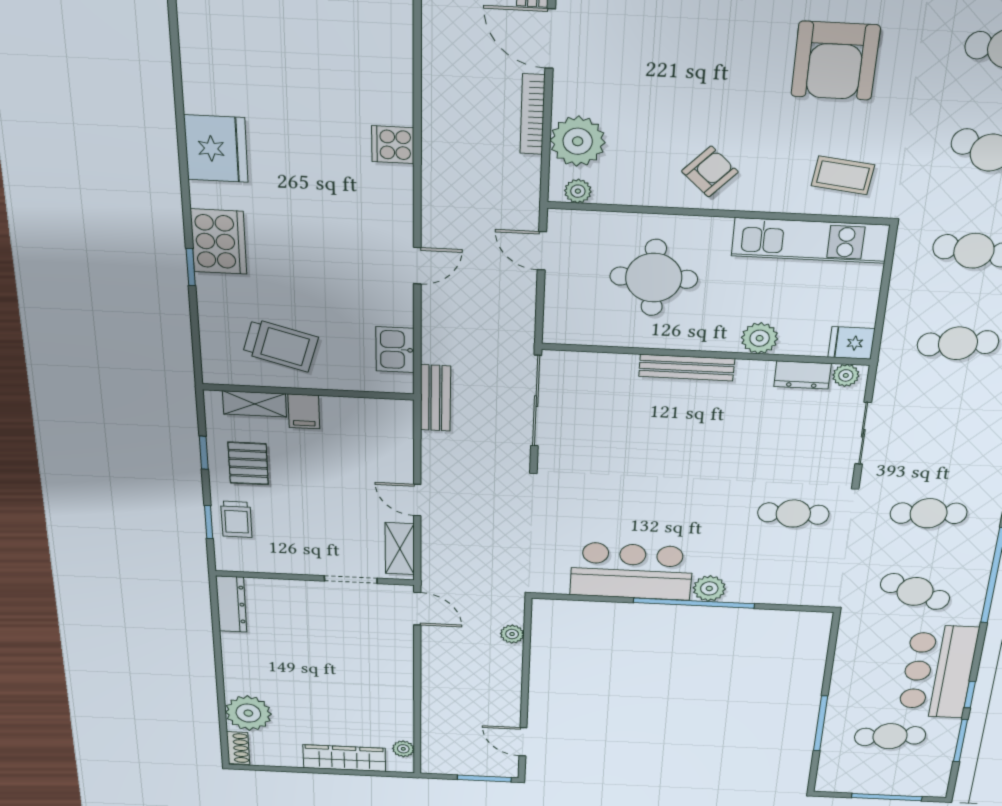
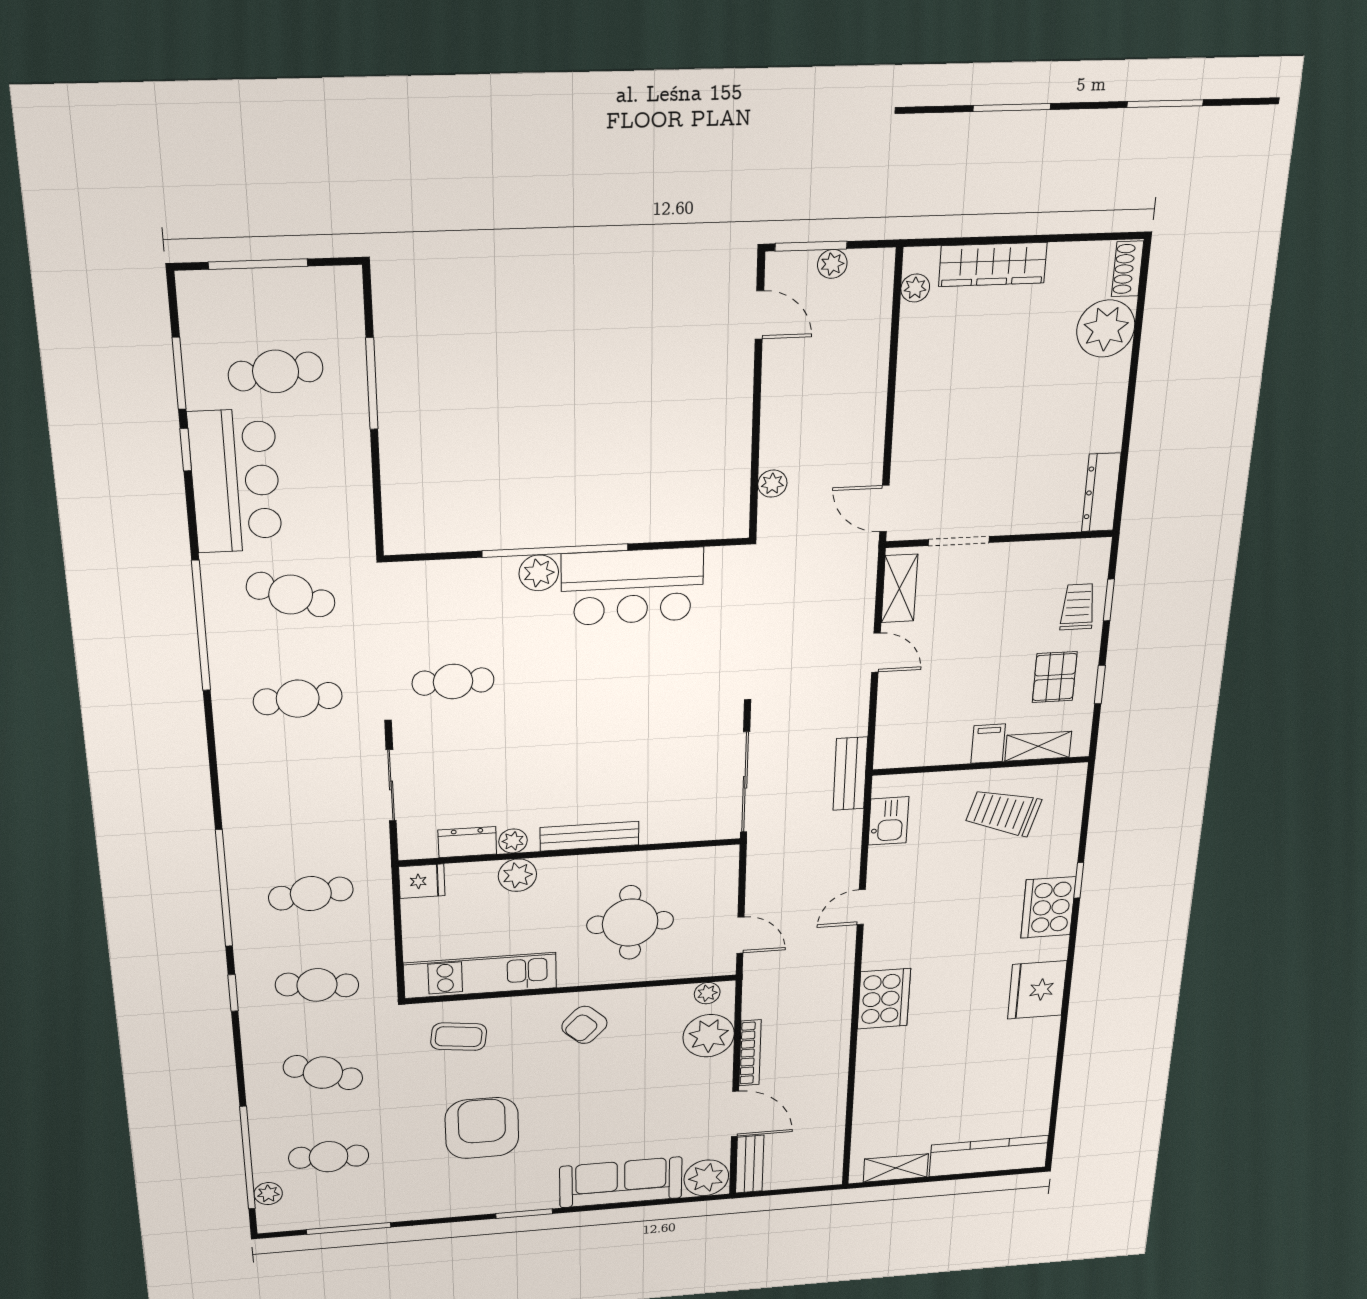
cooker: (393, 145) -> (884, 999), width x1.87, depth x1.31
plant: (846, 375) -> (513, 841), moved
plant: (468, 767) -> (832, 264), added

